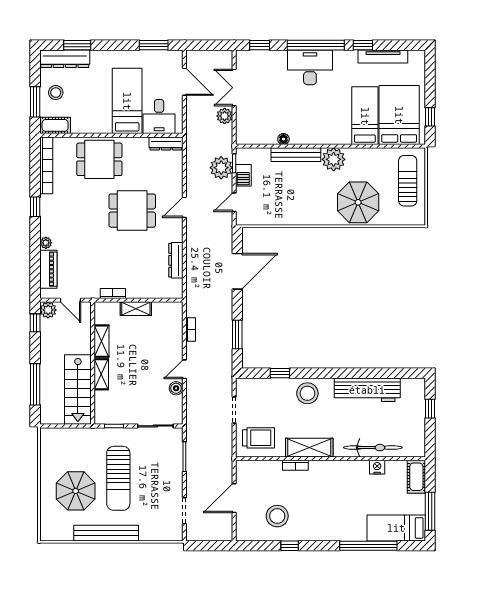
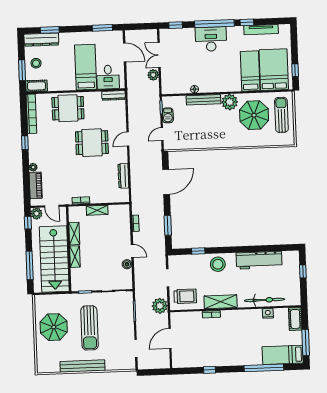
plant: (221, 168) -> (160, 306), moved
parasol: (358, 202) -> (254, 115), moved
door: (184, 369) -> (132, 251), swing flipped
stairs: (78, 389) -> (54, 259), width x1.36, depth x1.51
parasol: (76, 491) -> (54, 327), moved
stool: (277, 516) -> (200, 350), removed

